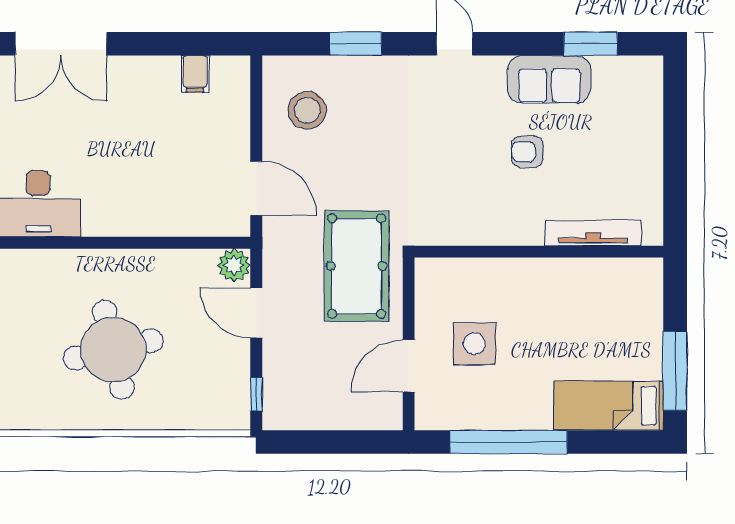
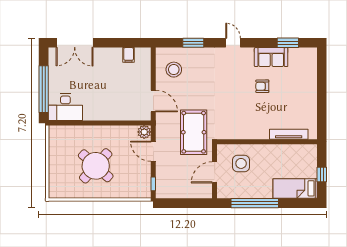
tv unit: (593, 233) -> (289, 134), moved
wall: (539, 252) -> (267, 142), moved
round table: (113, 349) -> (96, 166), turned -35
window: (675, 371) -> (322, 174), width x0.46

